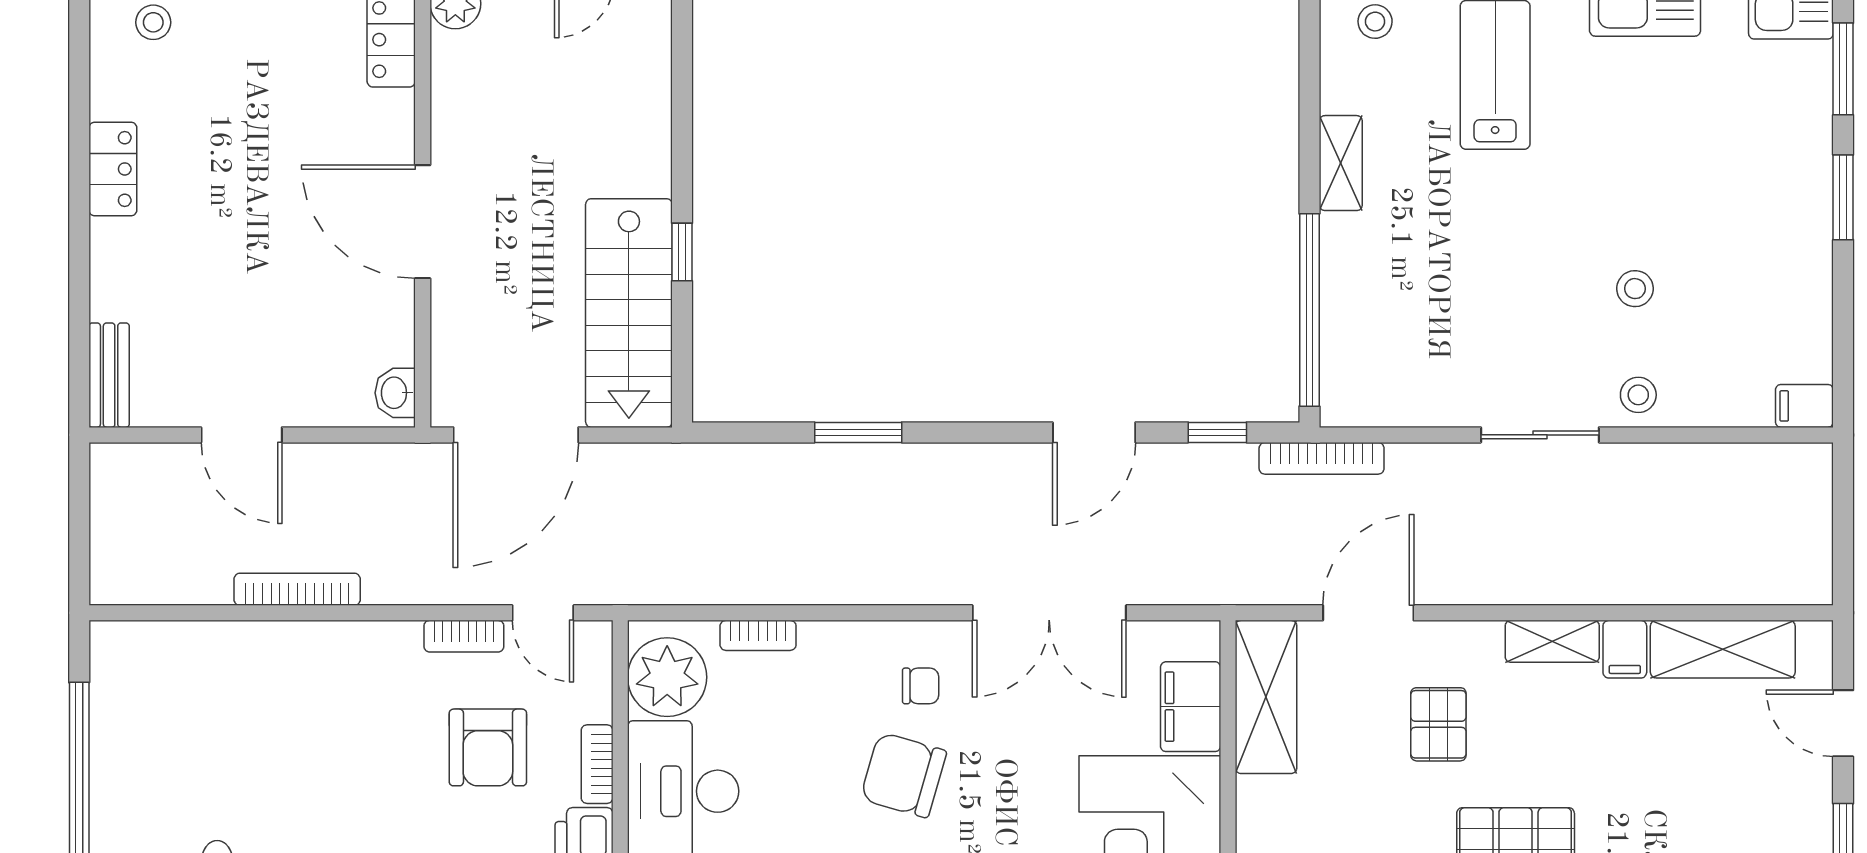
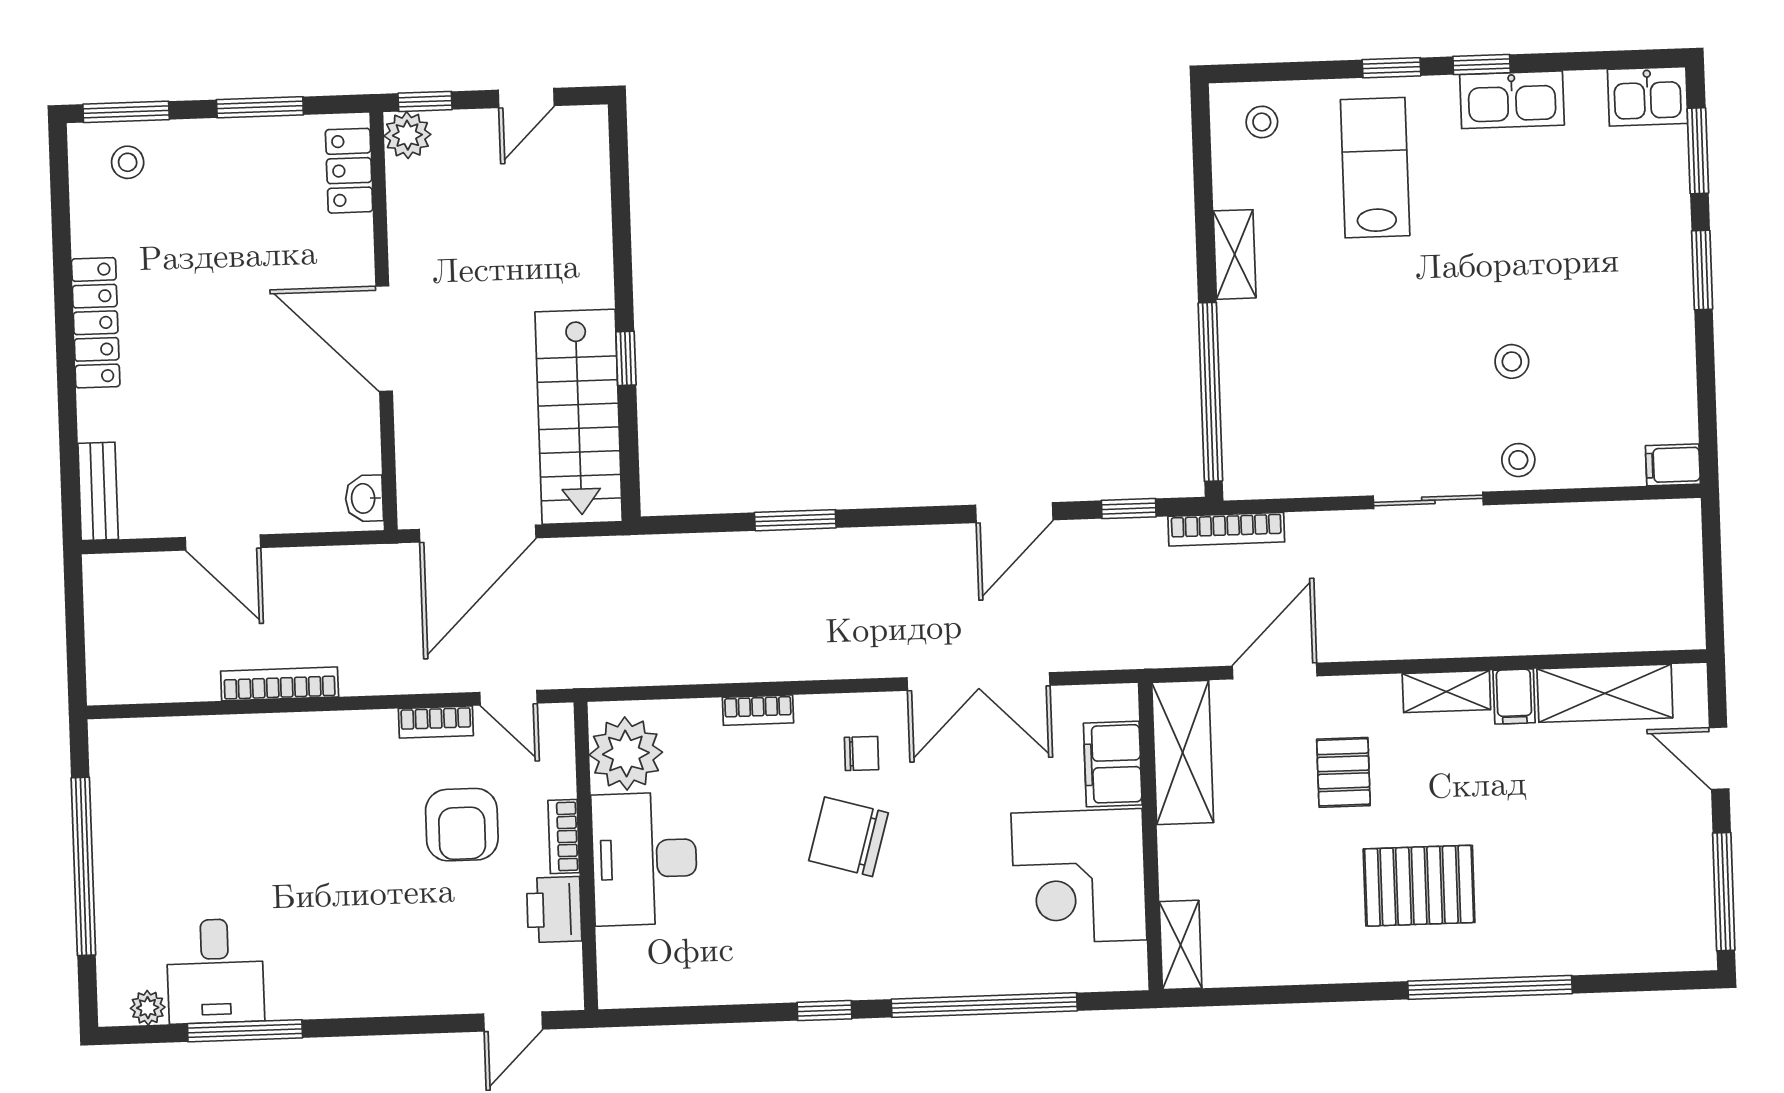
locker: (113, 169) -> (96, 323), width x1.53
bookcase: (758, 635) -> (758, 710), moved

